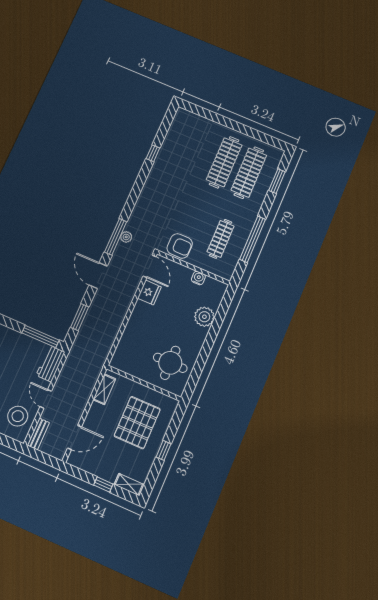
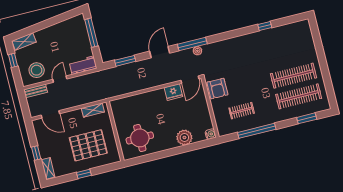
clothes rail: (221, 239) -> (242, 111), width x0.73
water cooler: (198, 278) -> (211, 134), moved
window: (41, 337) -> (91, 33), moved

